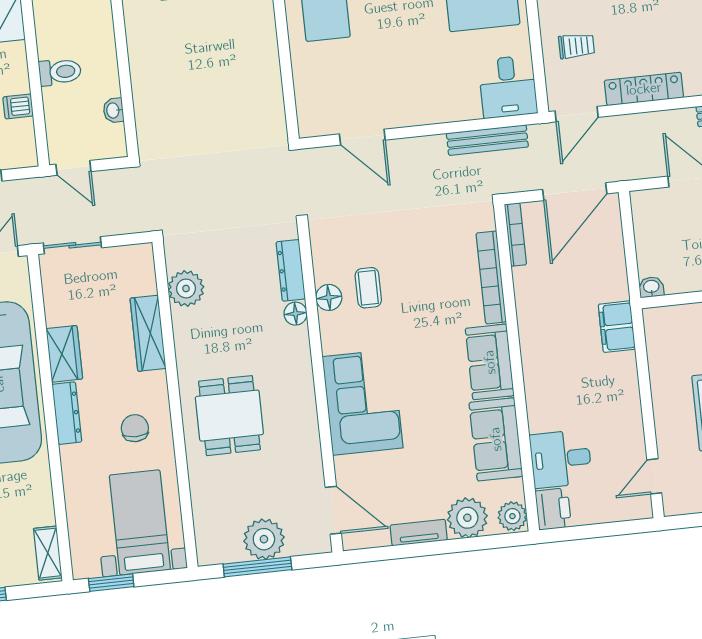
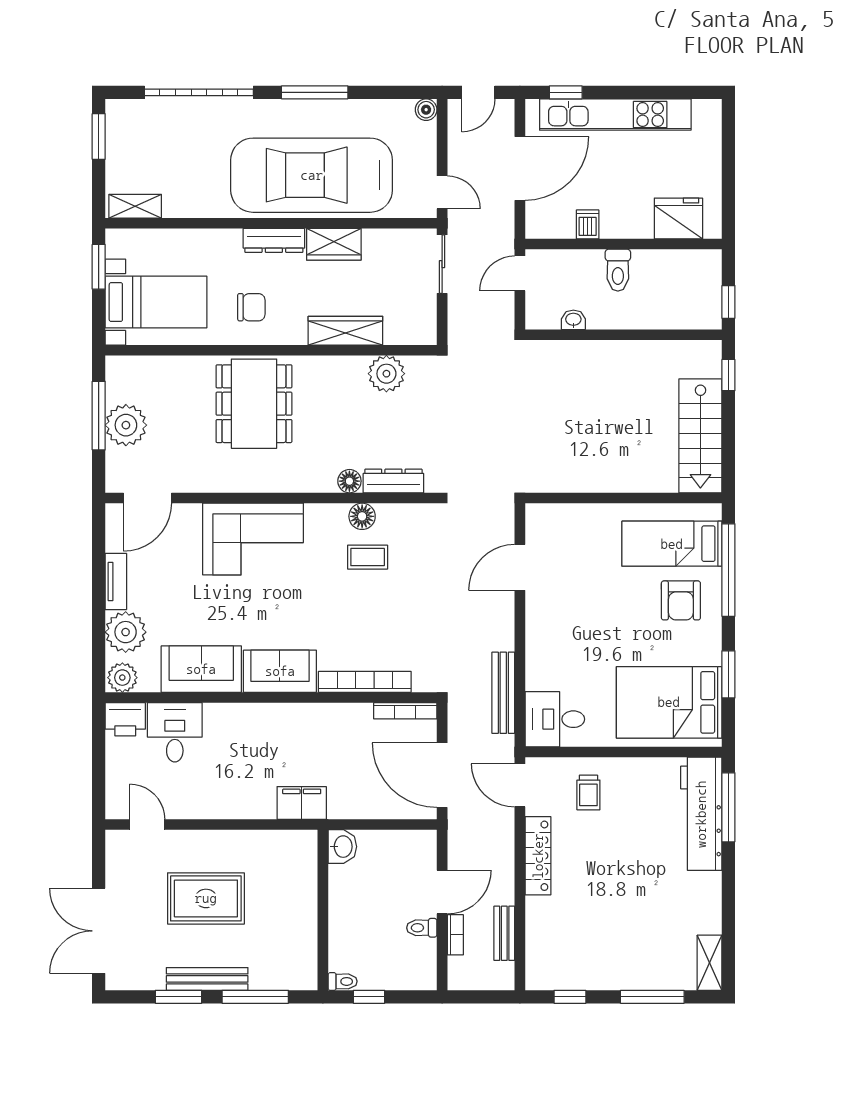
washbasin: (651, 287) -> (342, 847), width x1.38, depth x1.45
dining table: (229, 416) -> (254, 404), width x1.38

